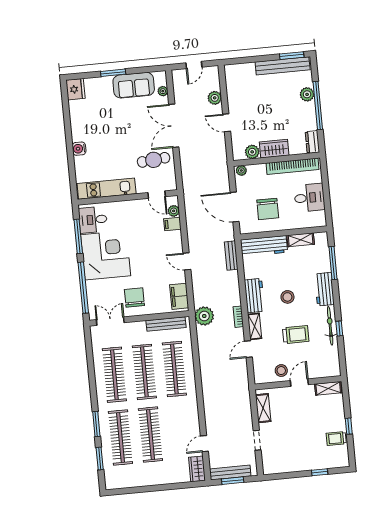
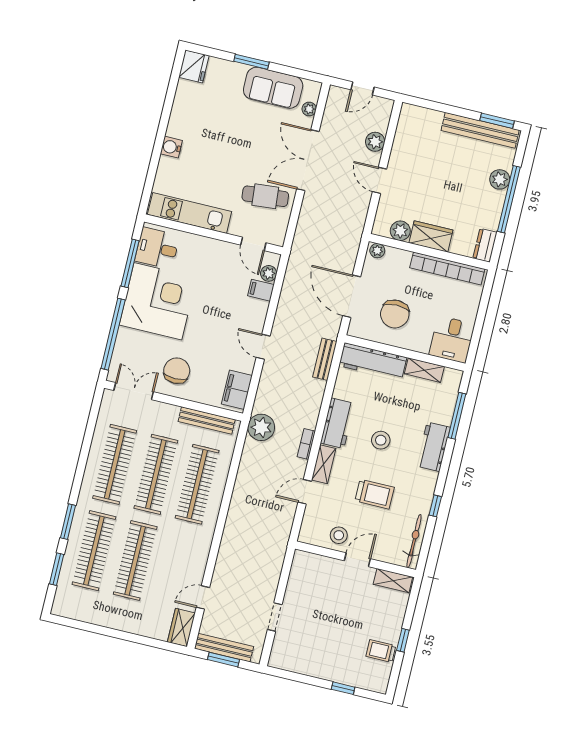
desk: (309, 198) -> (452, 339), moved, turned 90
bicycle: (330, 326) -> (414, 541), moved
shelving: (263, 408) -> (297, 577), removed

